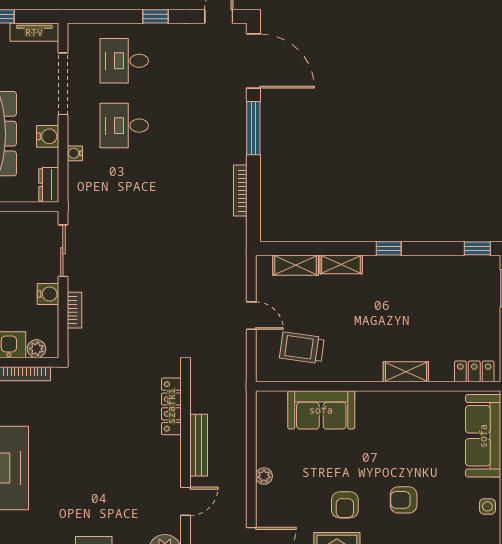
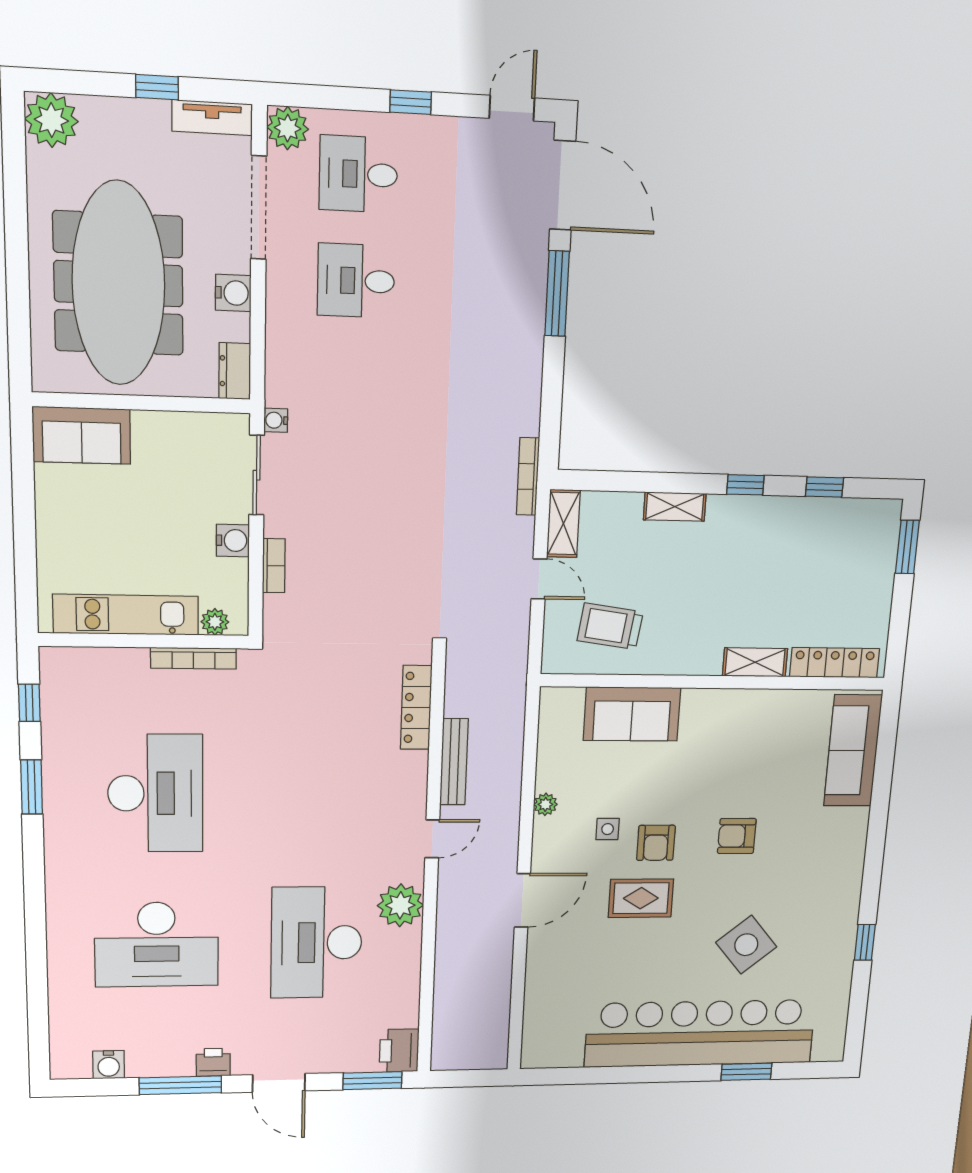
plant: (80, 36) -> (288, 128), added
water cooler: (75, 153) -> (276, 420), moved
bookcase: (240, 191) -> (528, 476), moved
window: (477, 248) -> (824, 487), moved
shelving: (296, 265) -> (563, 524), moved, turned 90
locker: (474, 371) -> (835, 663), width x1.53
side table: (487, 506) -> (608, 829), moved

